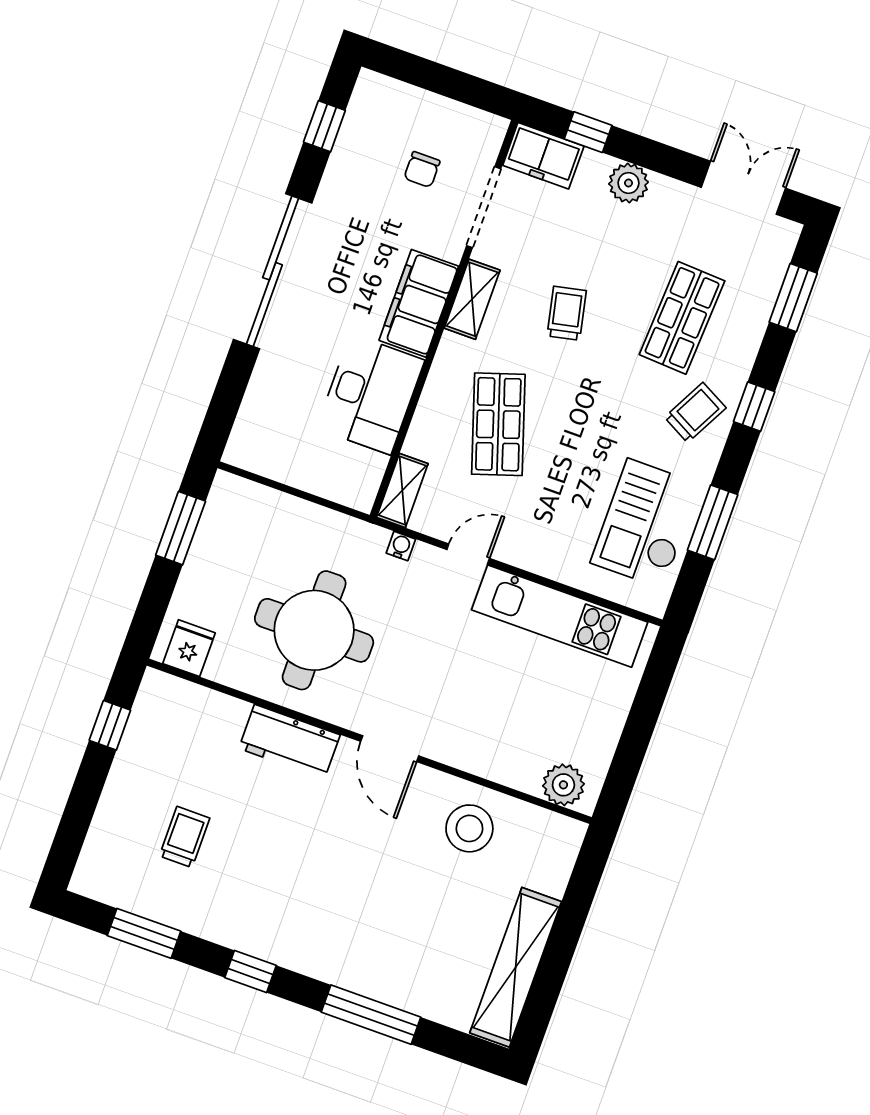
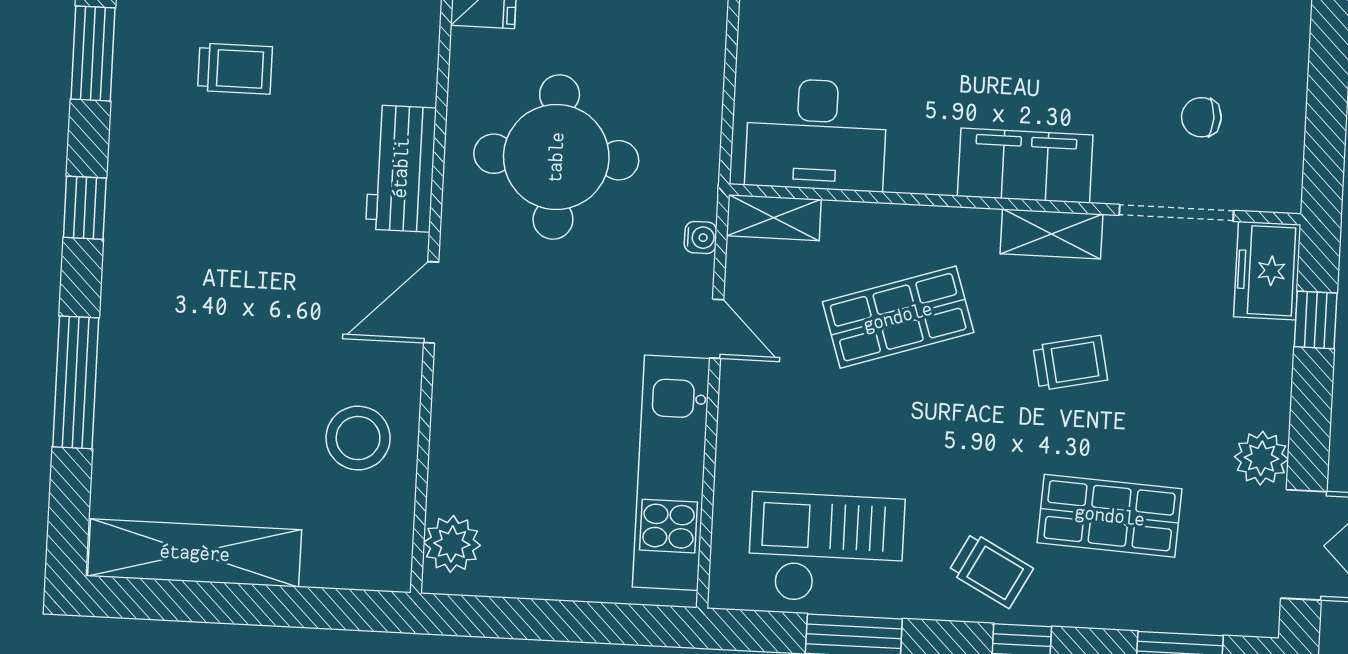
plant: (628, 183) -> (1261, 458), moved
desk: (371, 394) -> (816, 135), moved

